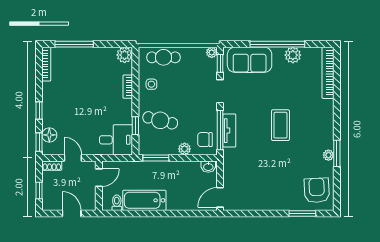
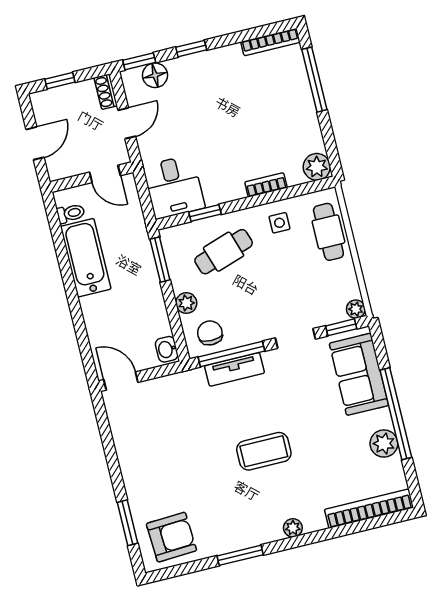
cafe table: (160, 120) -> (224, 252), turned 58
plant: (328, 155) -> (293, 528), moved

